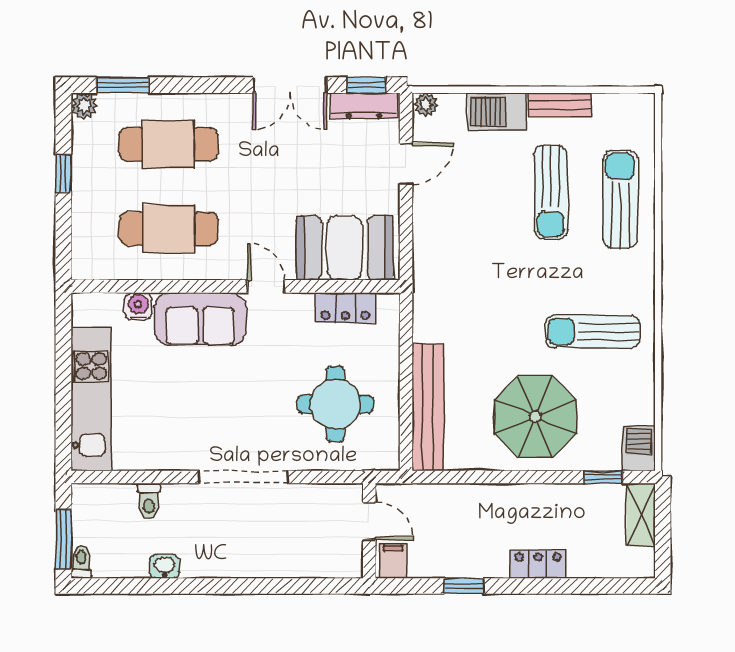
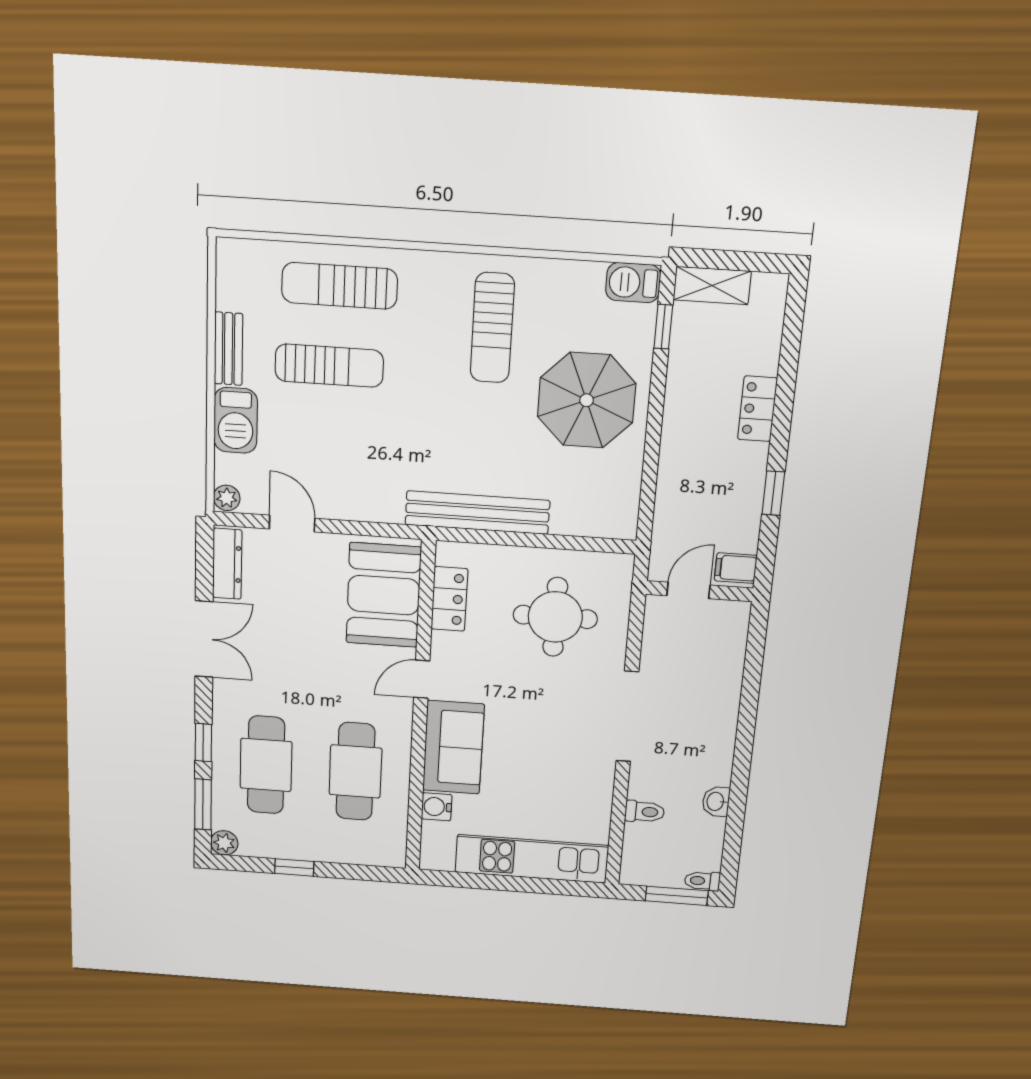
window: (366, 85) -> (203, 743), moved
bench: (428, 407) -> (477, 513), moved

